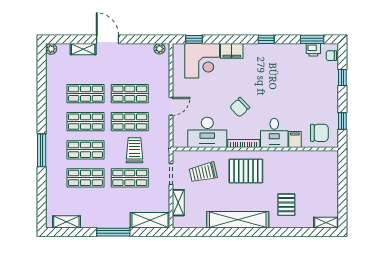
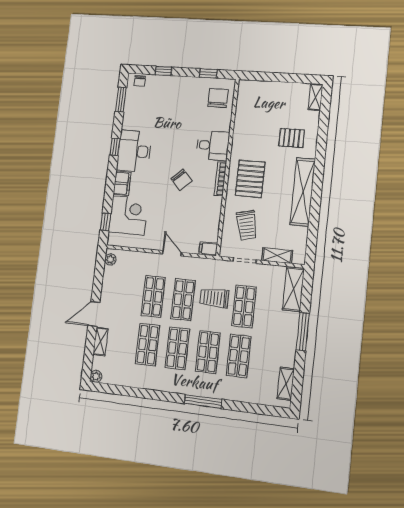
printer: (313, 50) -> (131, 99), removed
desk: (207, 132) -> (134, 151), moved, turned 180
filing cabinet: (295, 140) -> (208, 249), moved

